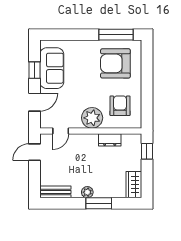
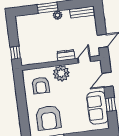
armchair: (115, 63) -> (49, 118), turned 90
dresser: (110, 140) -> (66, 55), moved
wardrobe: (134, 185) -> (22, 26), removed

